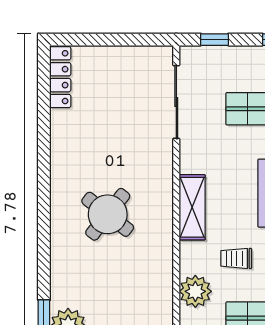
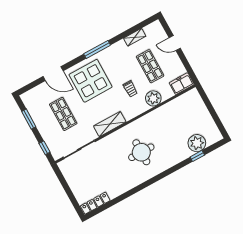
shelving: (192, 207) -> (110, 124), moved
round table: (108, 214) -> (141, 152), turned -38

